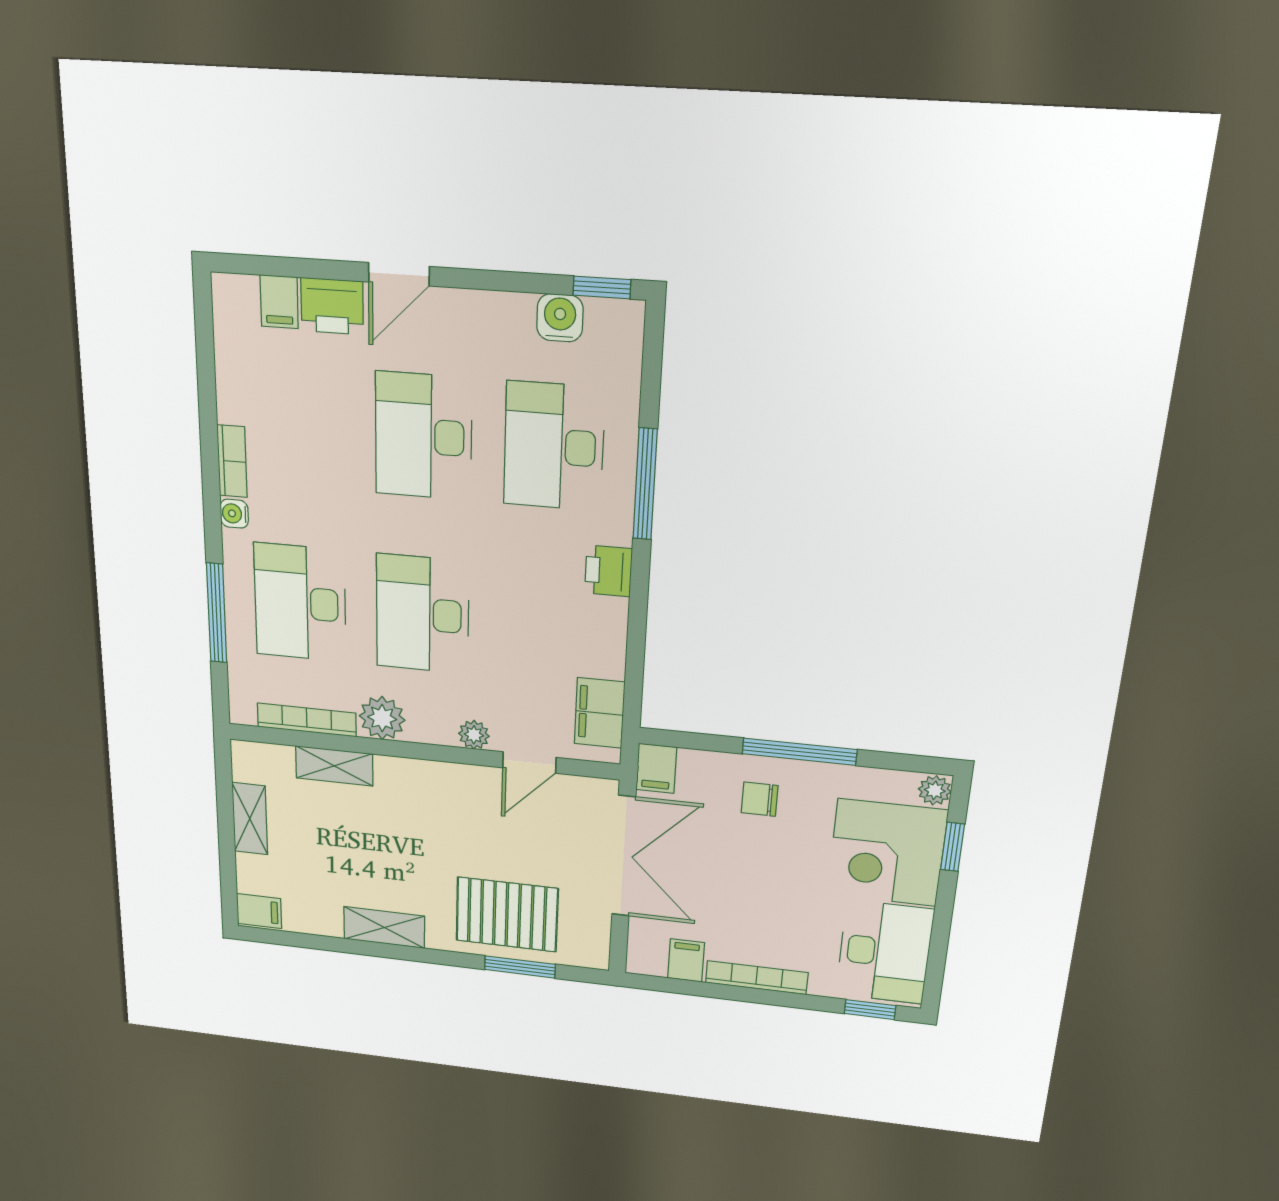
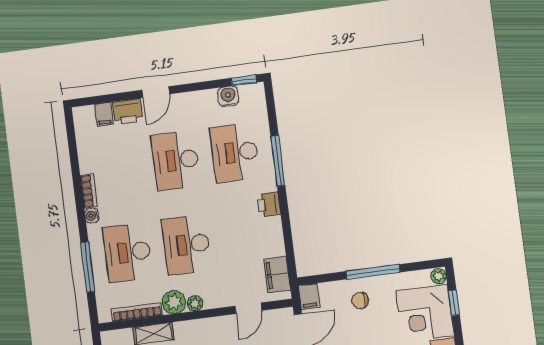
plant: (474, 735) -> (195, 303), moved

